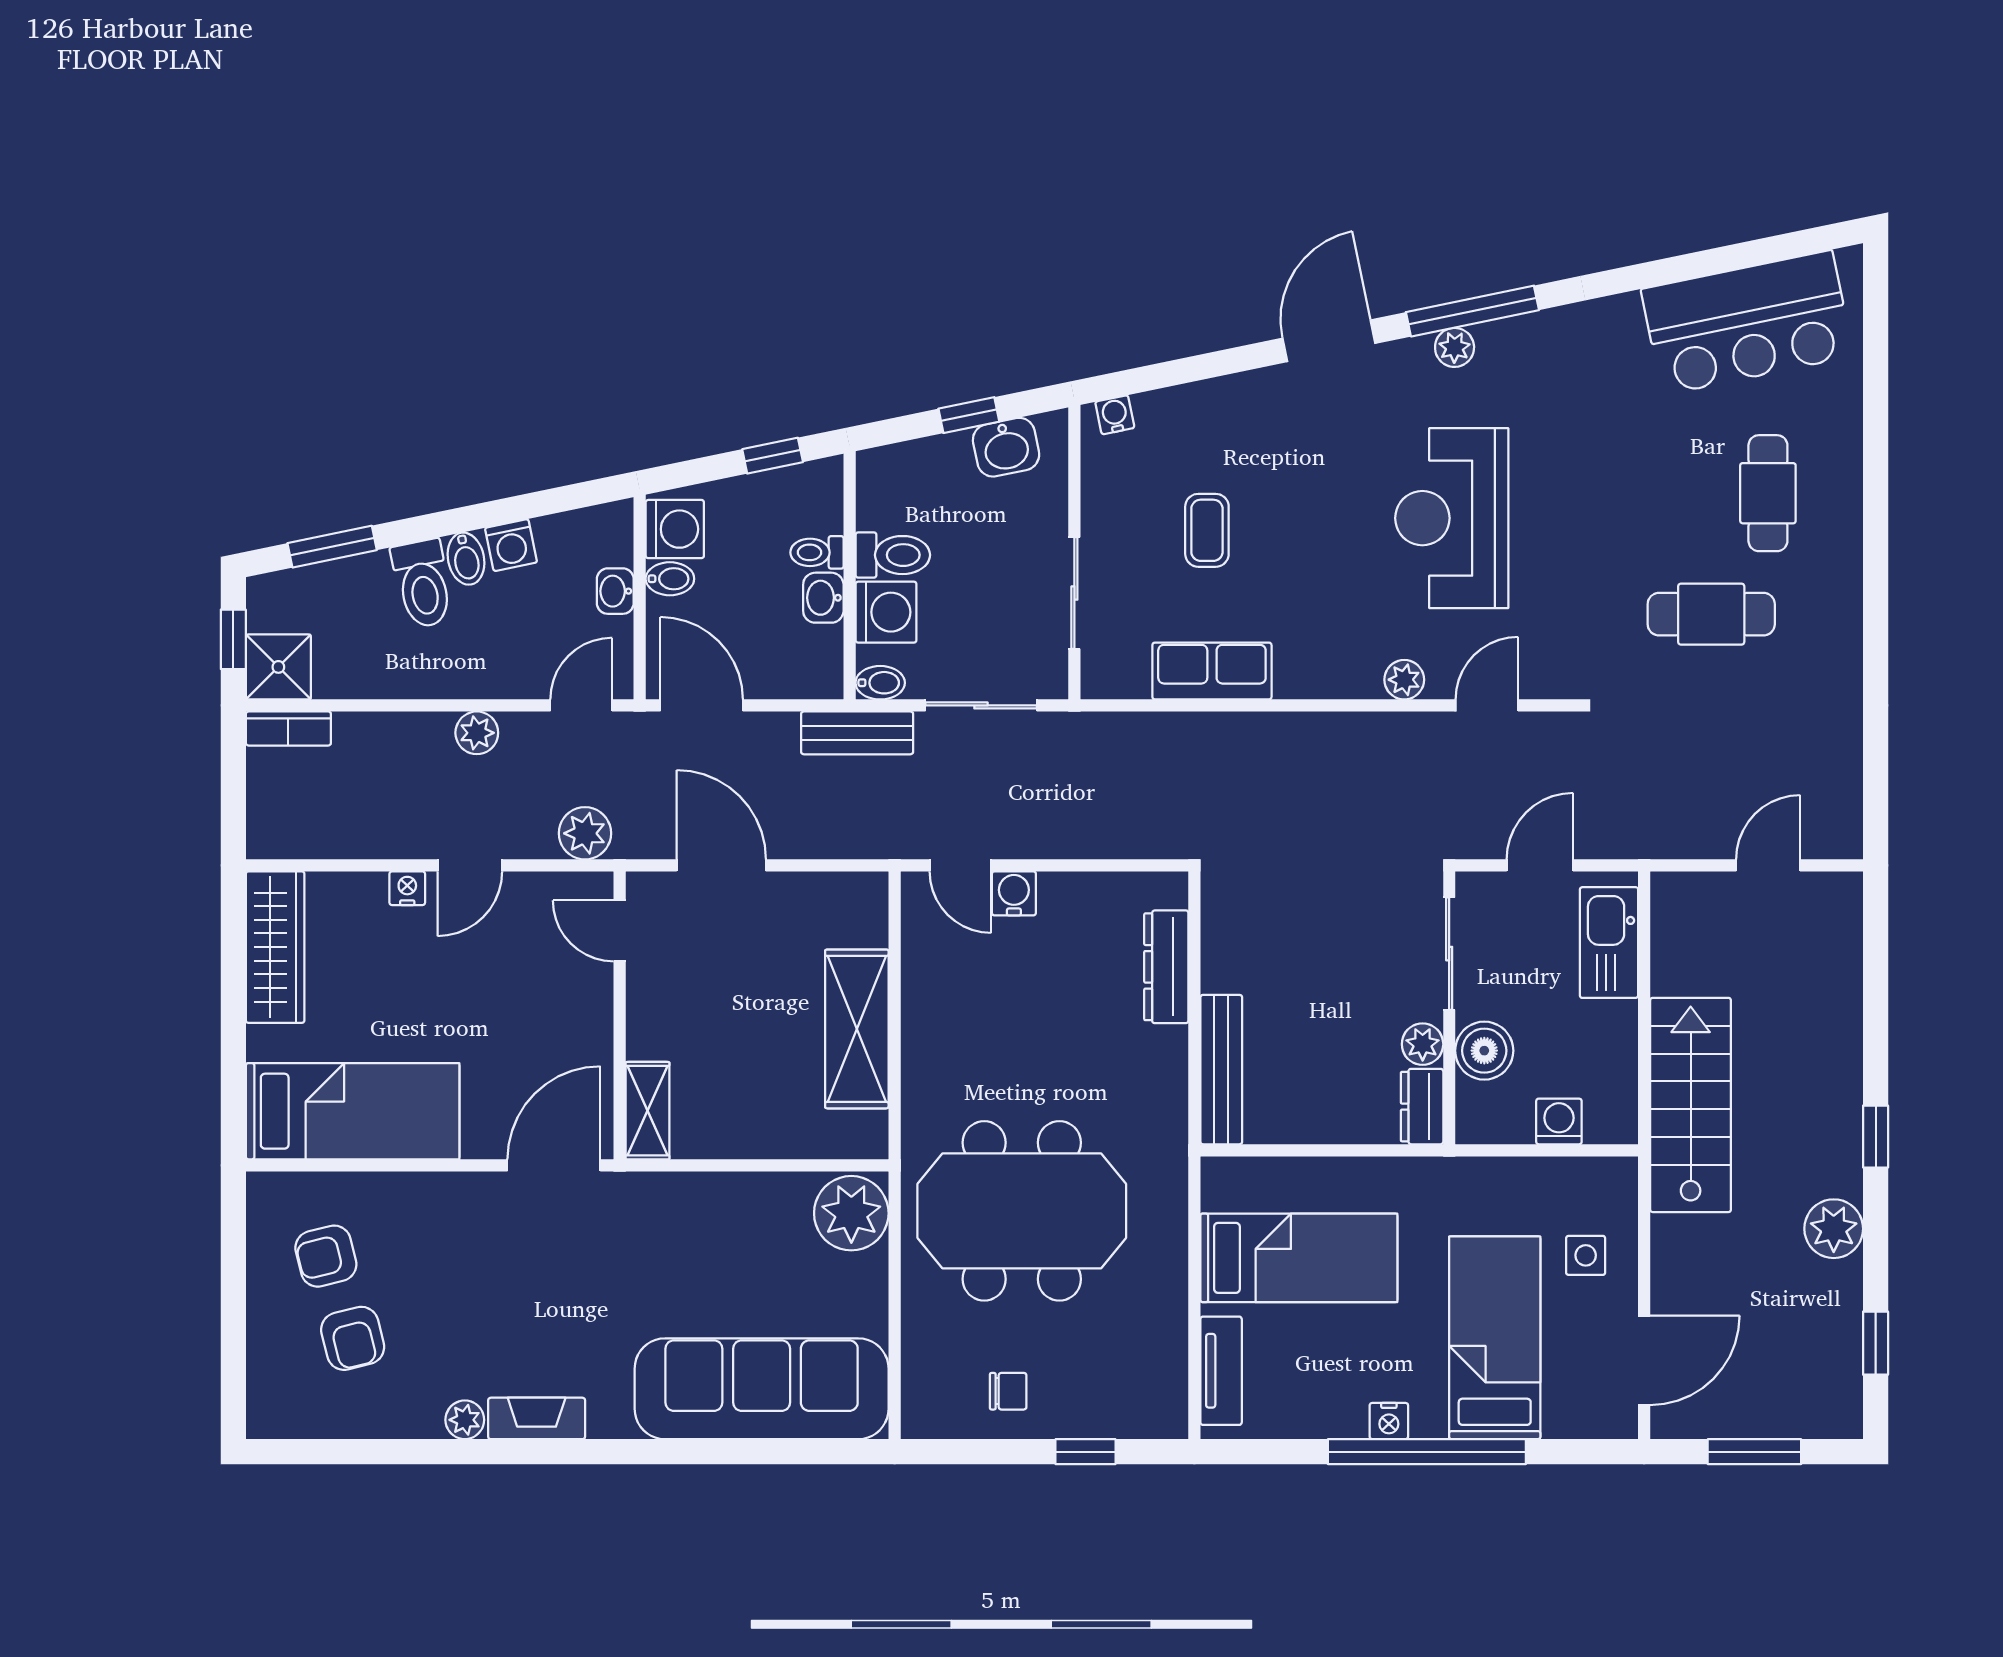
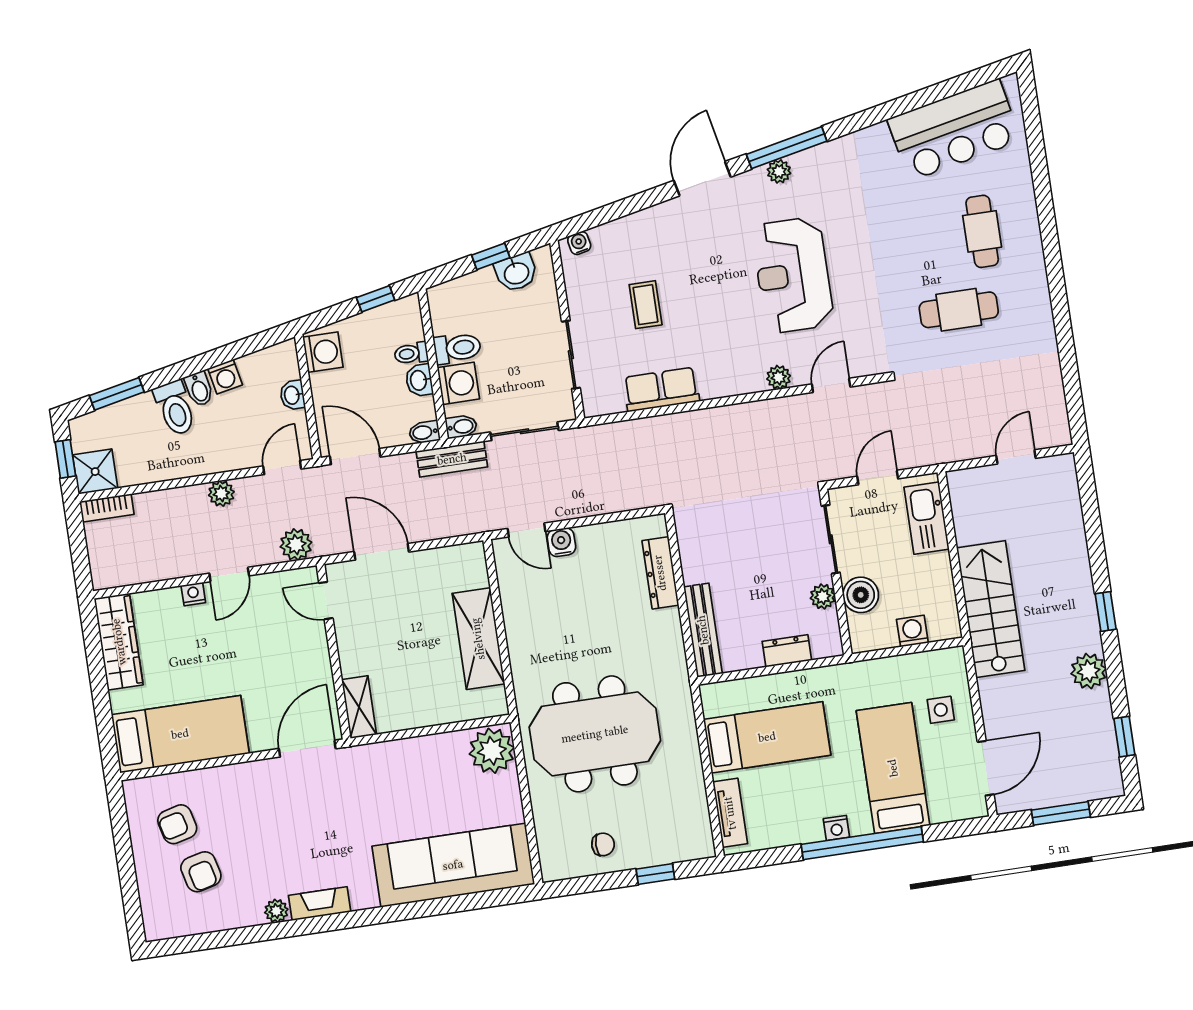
bidet: (670, 579) -> (424, 432), moved, turned 180
dresser: (1422, 1107) -> (787, 651), moved, turned 90

